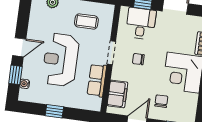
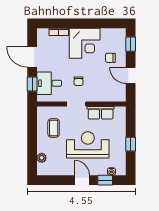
reception desk: (61, 60) -> (88, 145), turned 180
filing cabinet: (117, 94) -> (109, 94), removed

